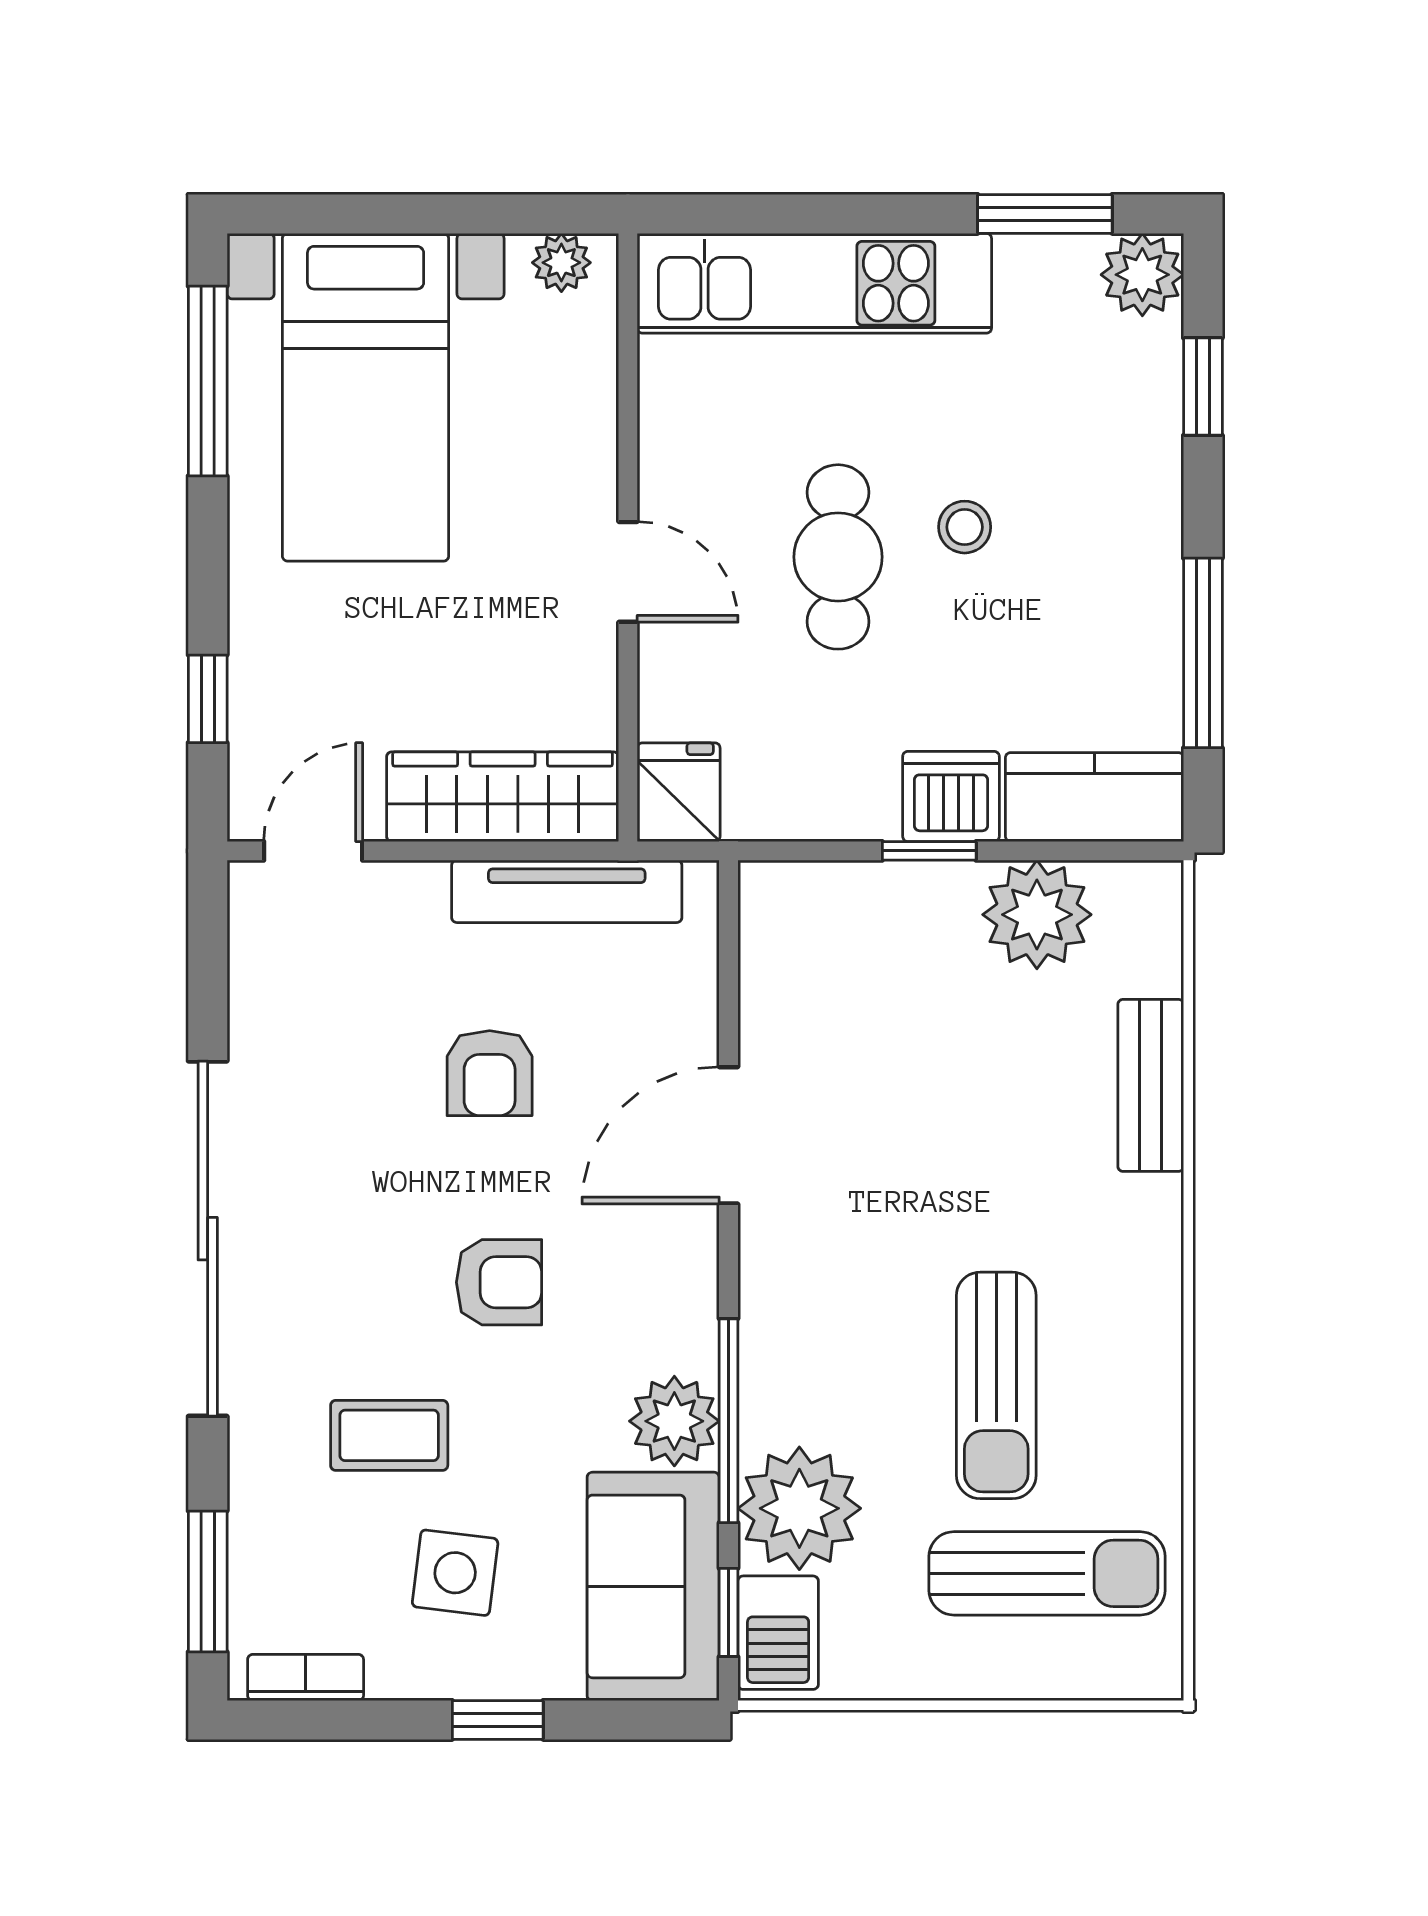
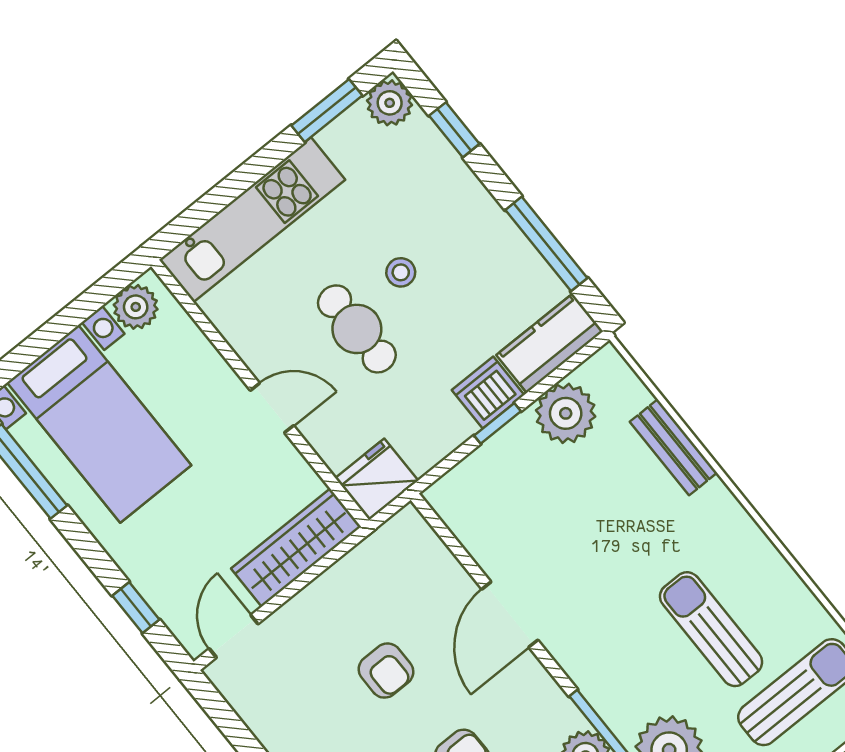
plant: (561, 263) -> (136, 307), width x1.38, depth x1.38
fridge: (679, 792) -> (377, 479), width x1.38
tv unit: (567, 891) -> (356, 566), removed
sun lounger: (996, 1385) -> (711, 629), turned 180

